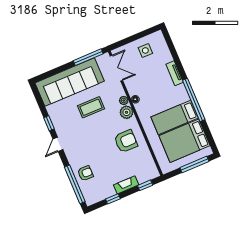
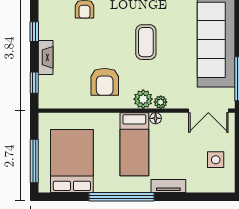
coffee table: (91, 107) -> (146, 42), moved
bed: (175, 117) -> (134, 144), moved, turned 180

